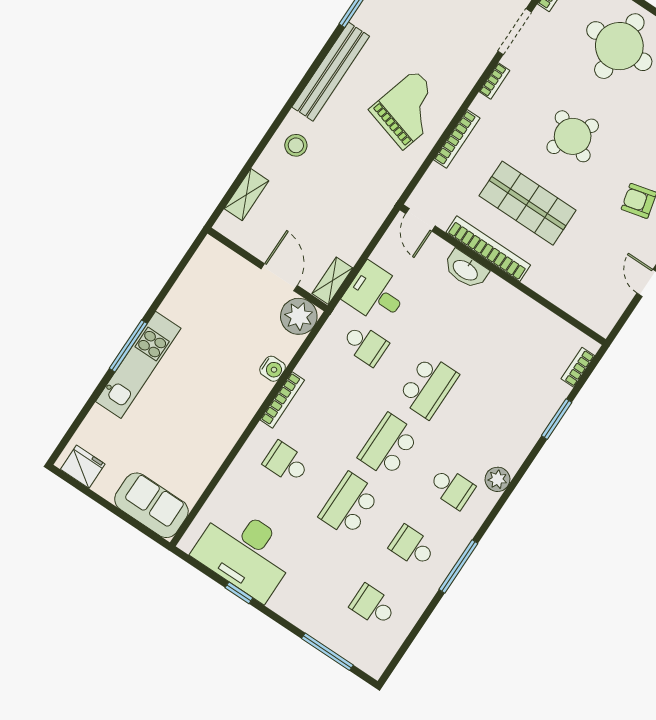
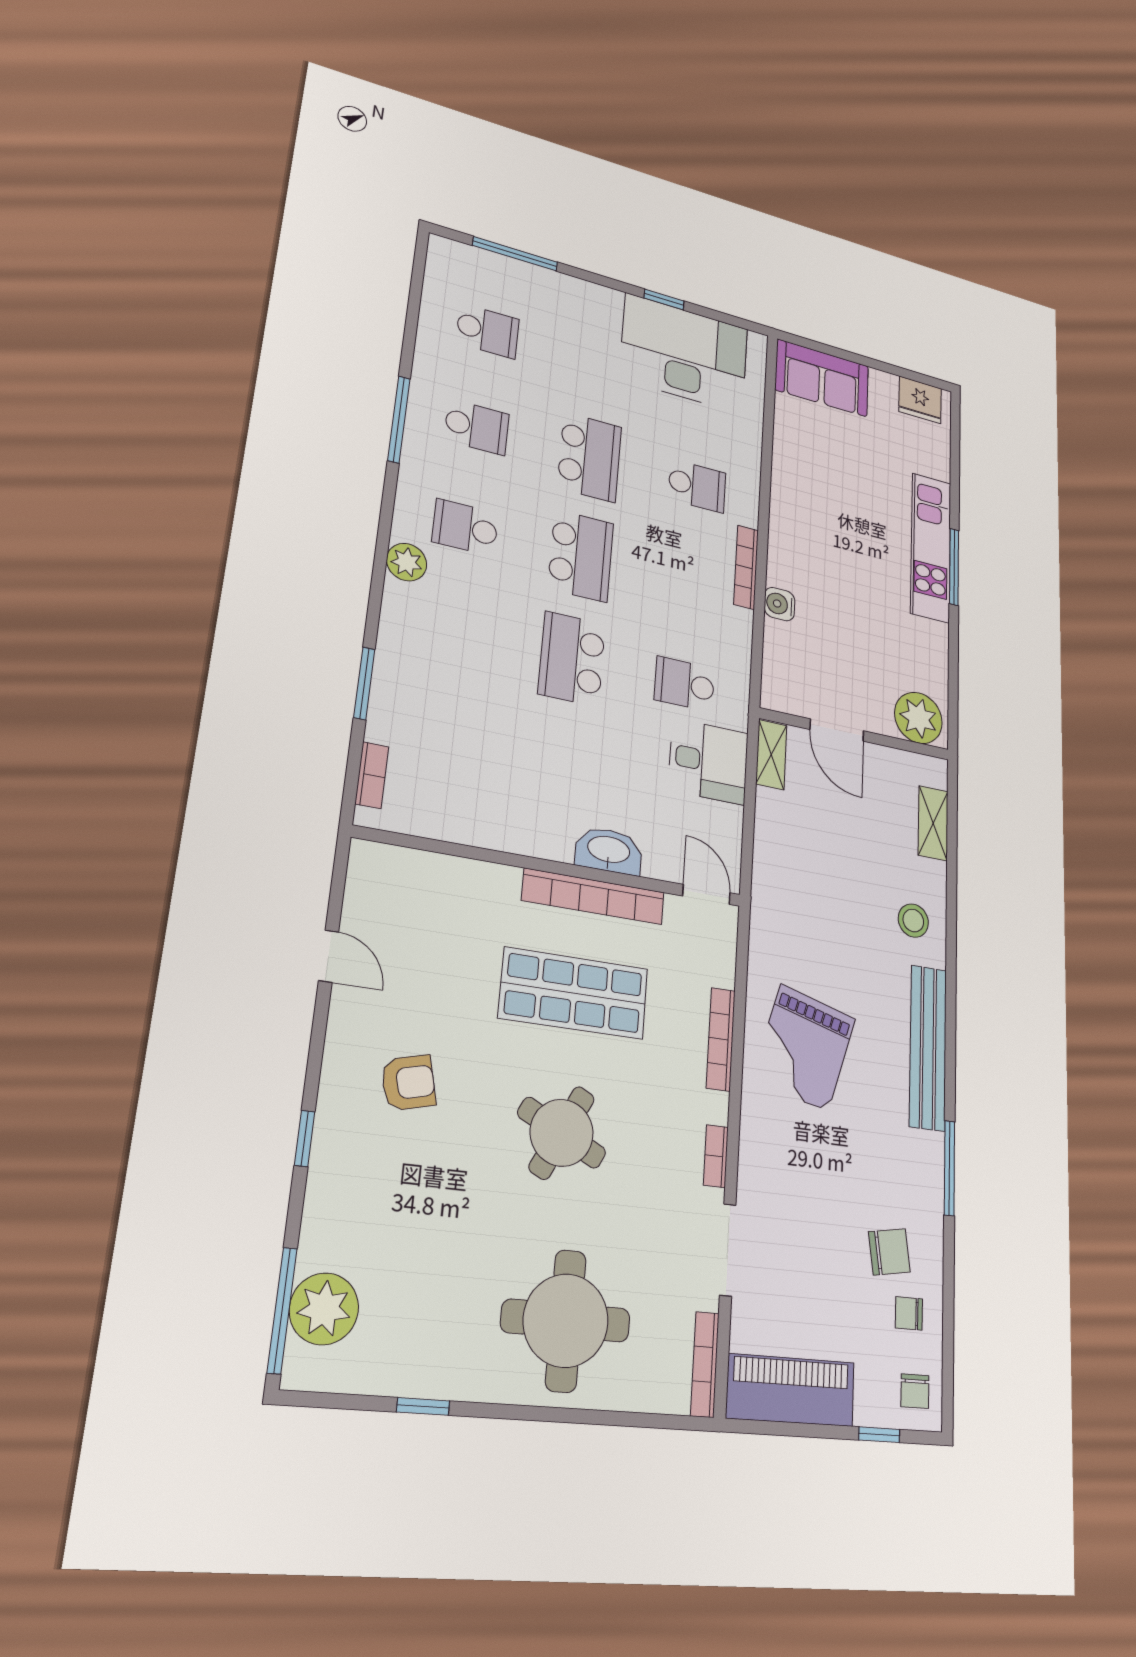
plant: (299, 316) -> (918, 718), moved

